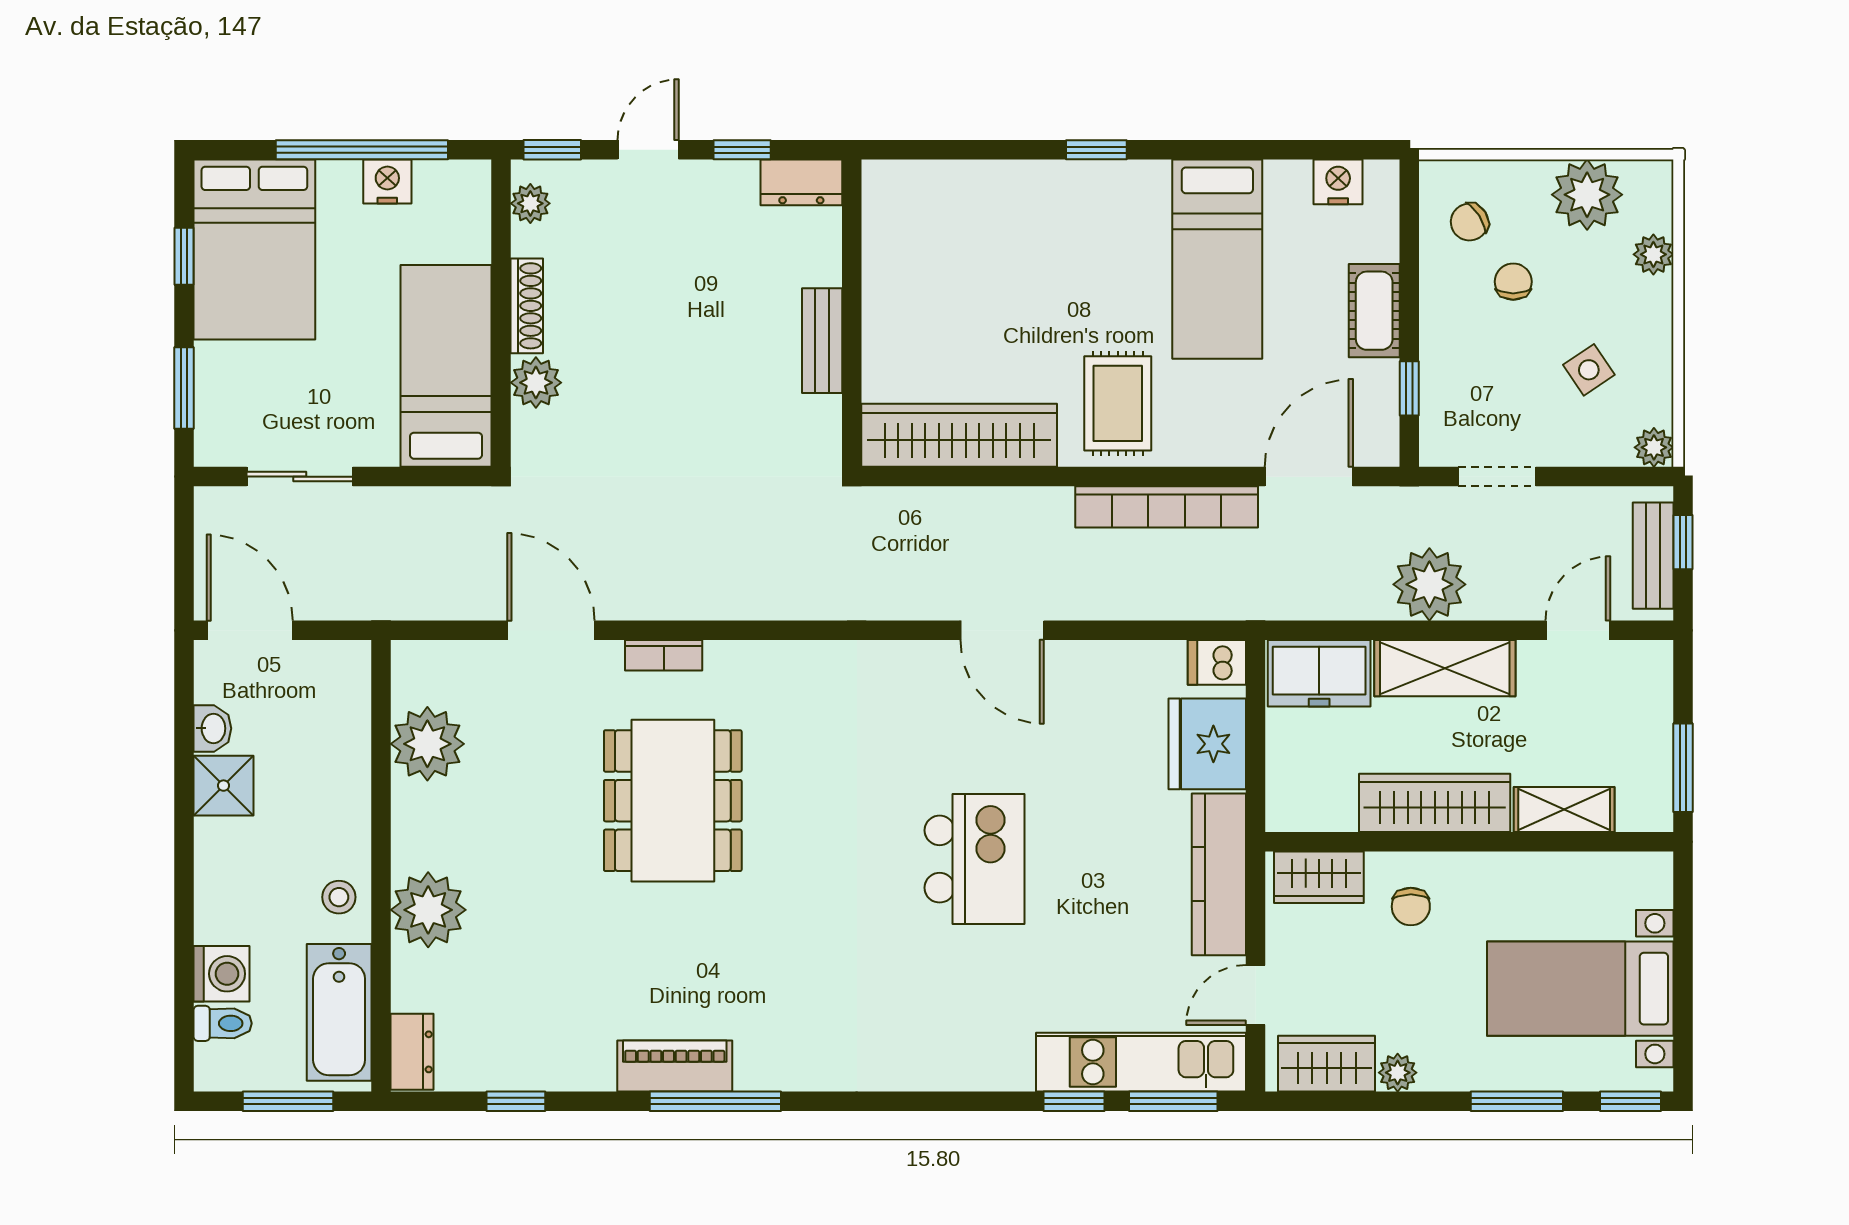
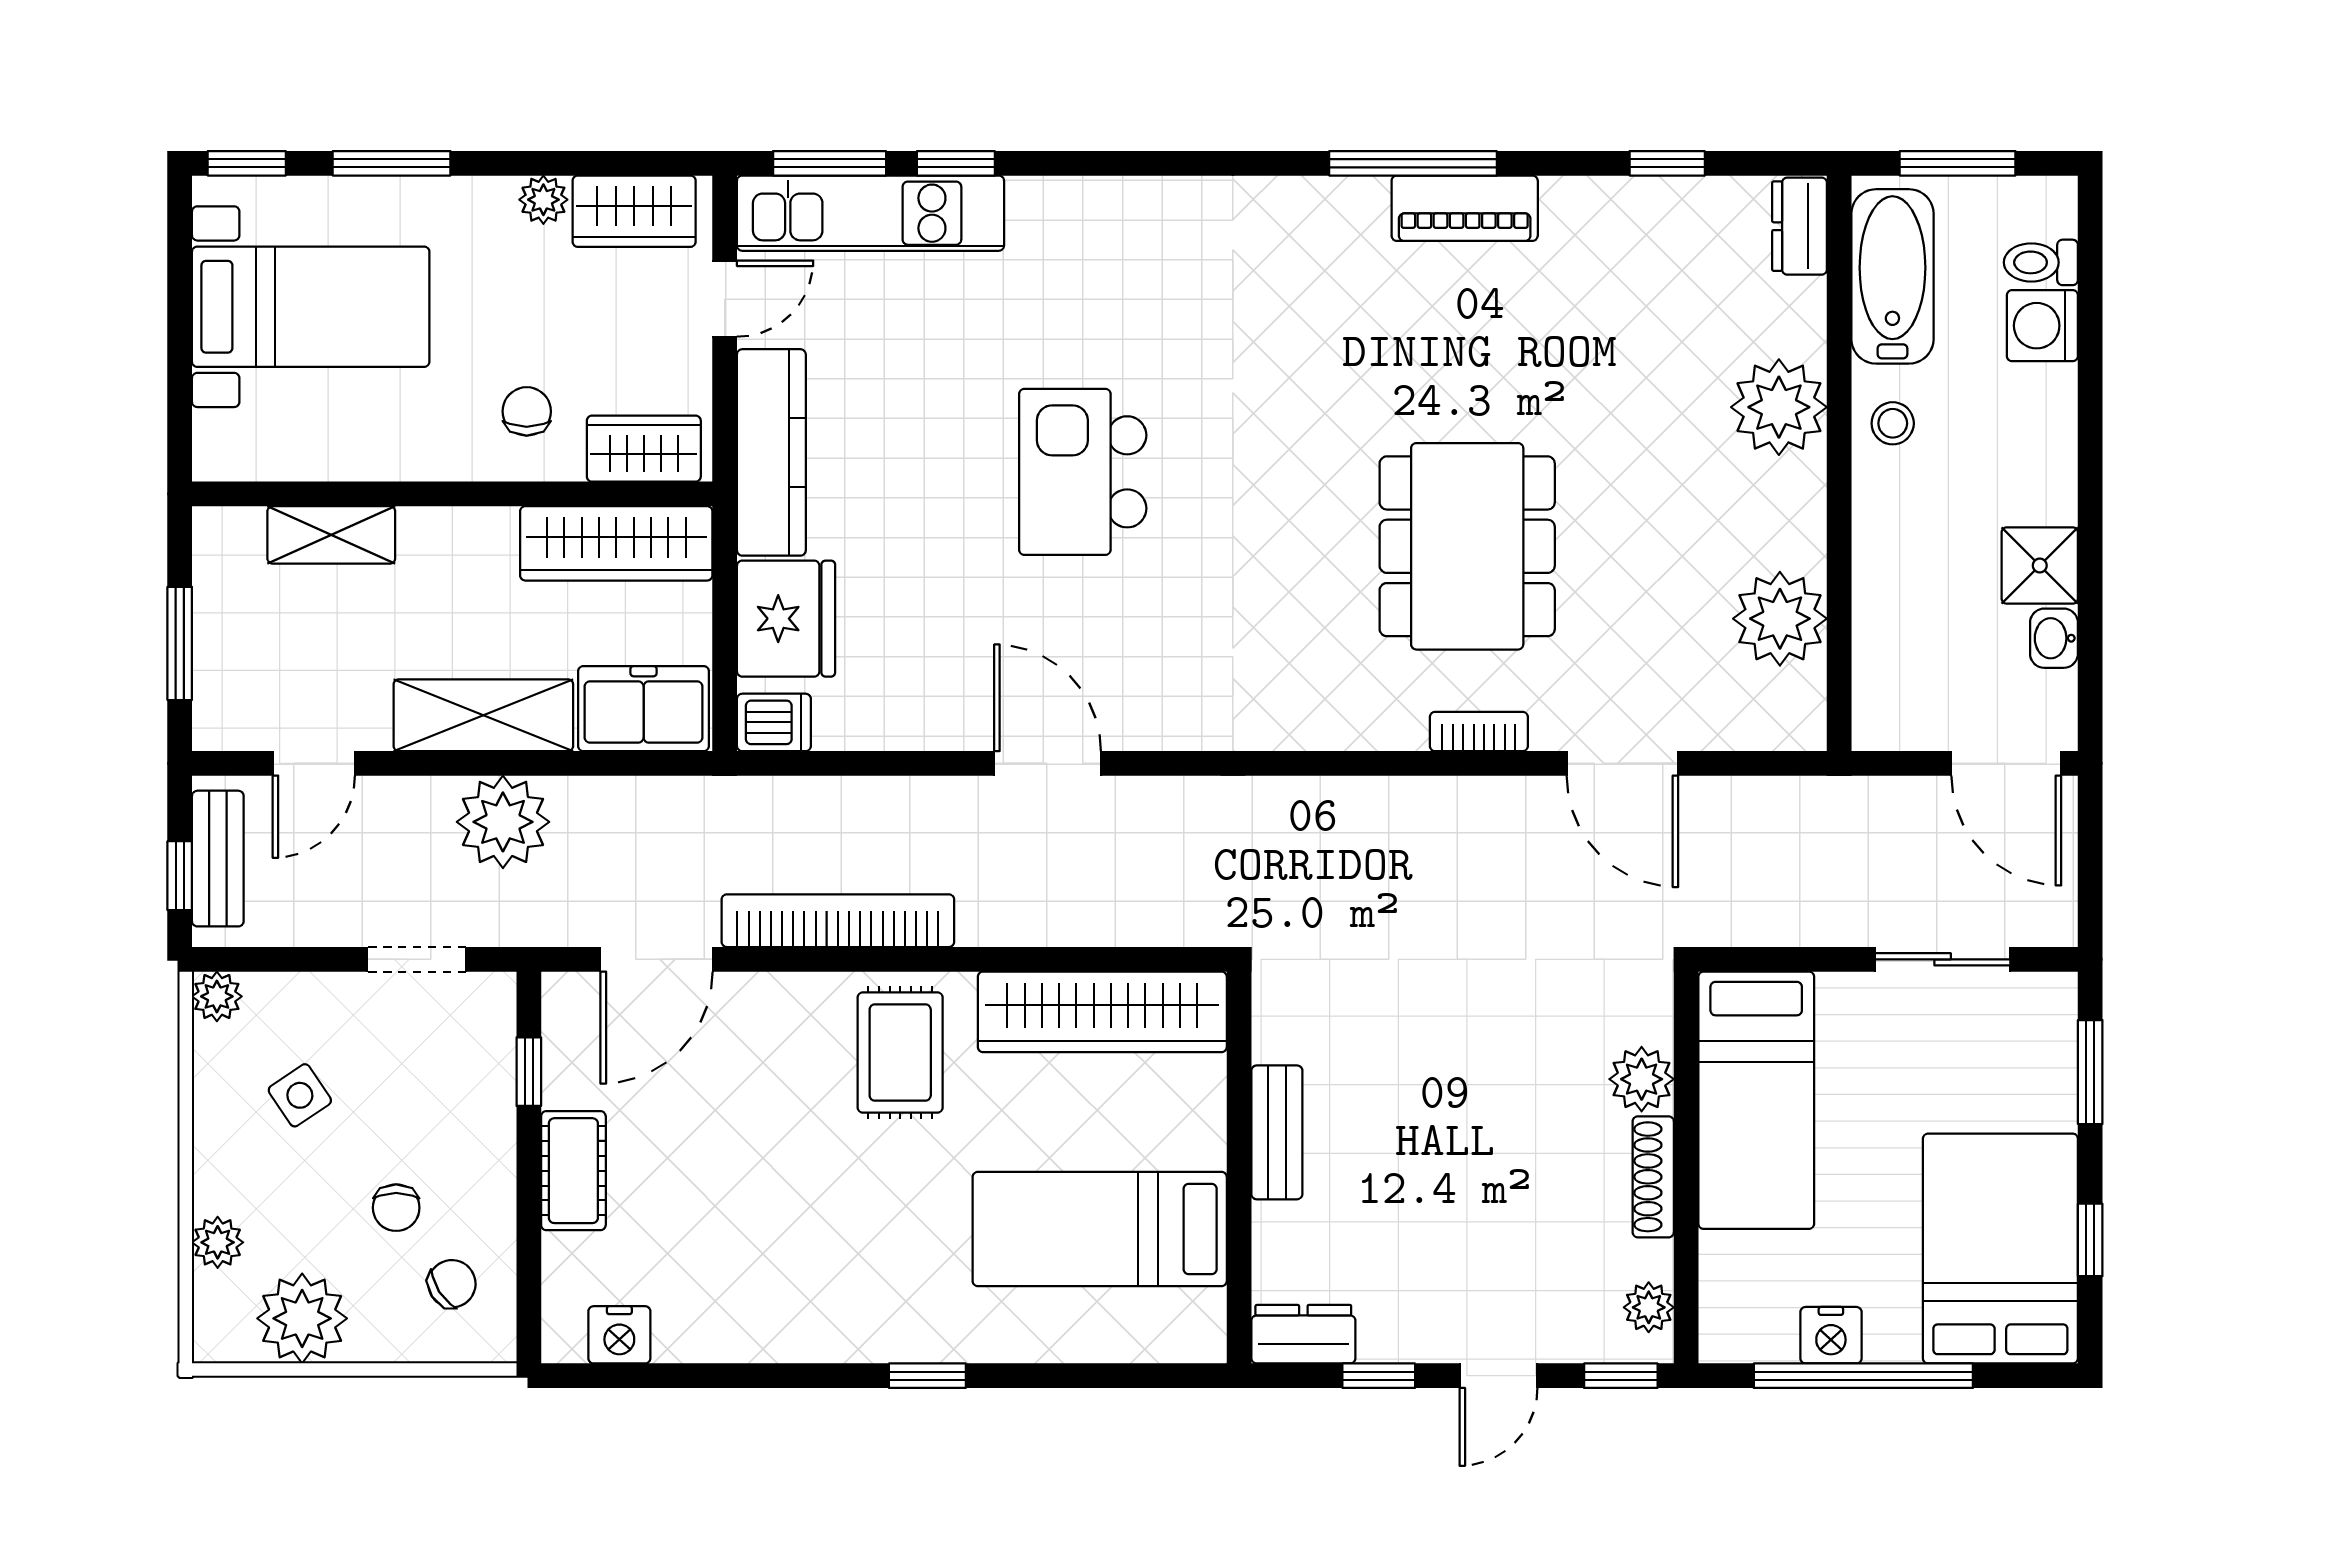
bed: (1217, 259) -> (1100, 1229), moved, turned -90
window: (1683, 768) -> (180, 643), moved
wardrobe: (1435, 803) -> (616, 543), moved

